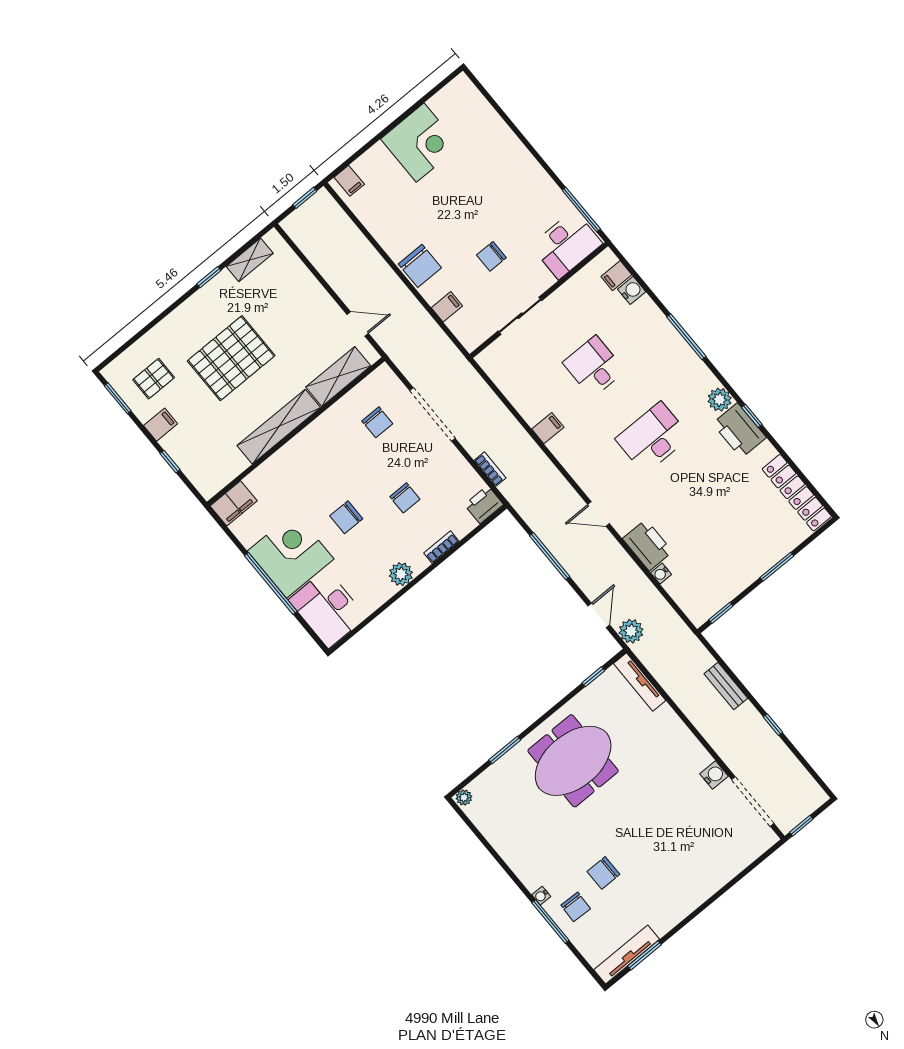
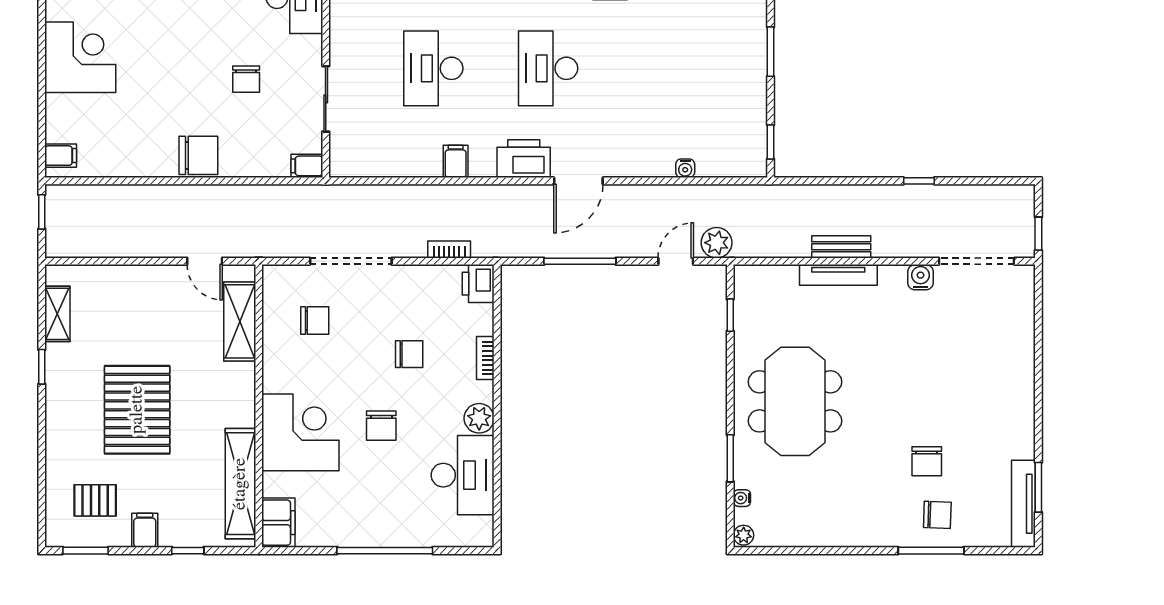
filing cabinet: (447, 307) -> (307, 166), moved, turned -90
door: (358, 324) -> (205, 261), swing flipped
desk: (594, 367) -> (433, 68), width x1.37
pallet: (154, 379) -> (95, 500), turned 90
shelving: (279, 427) -> (240, 484), moved
door: (599, 514) -> (578, 181), width x1.38
printer: (648, 545) -> (524, 159), moved
corner desk: (291, 555) -> (300, 432), moved, turned 90
desk: (327, 608) -> (463, 475), moved, turned -90
door: (599, 615) -> (676, 261), hinge flipped
tv unit: (640, 682) -> (838, 275), moved
bench: (726, 686) -> (841, 247), moved
water cooler: (541, 896) -> (742, 498), moved, turned 90

